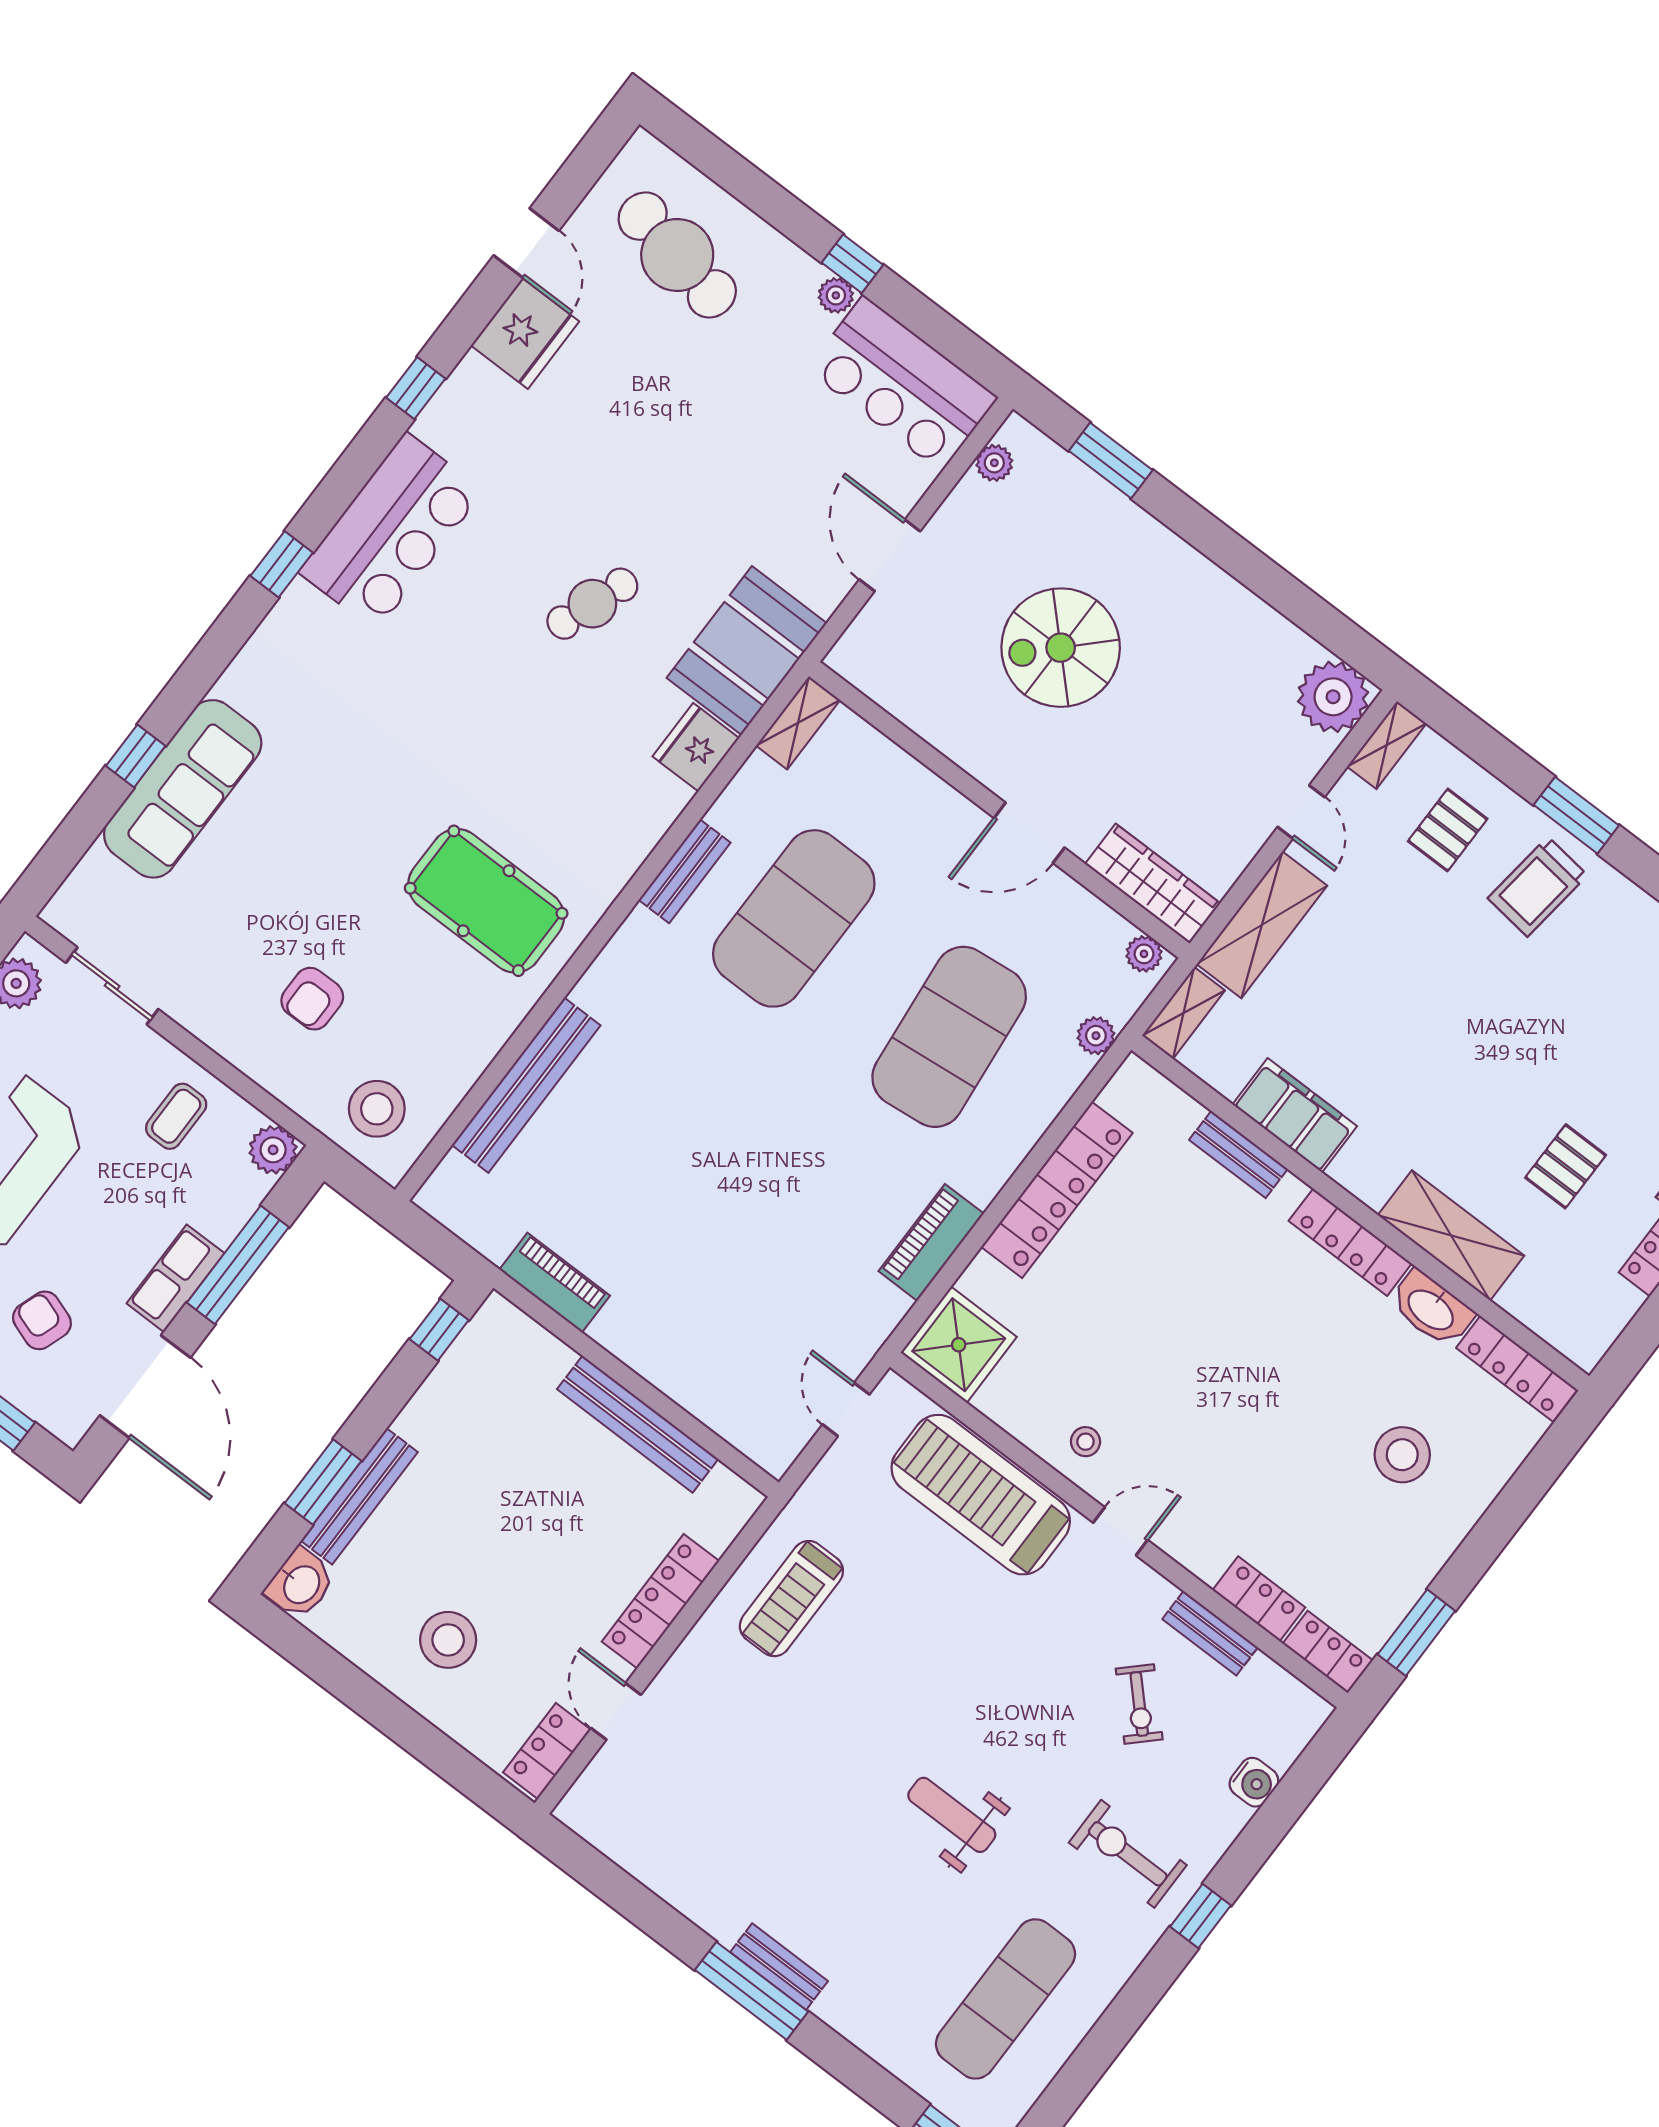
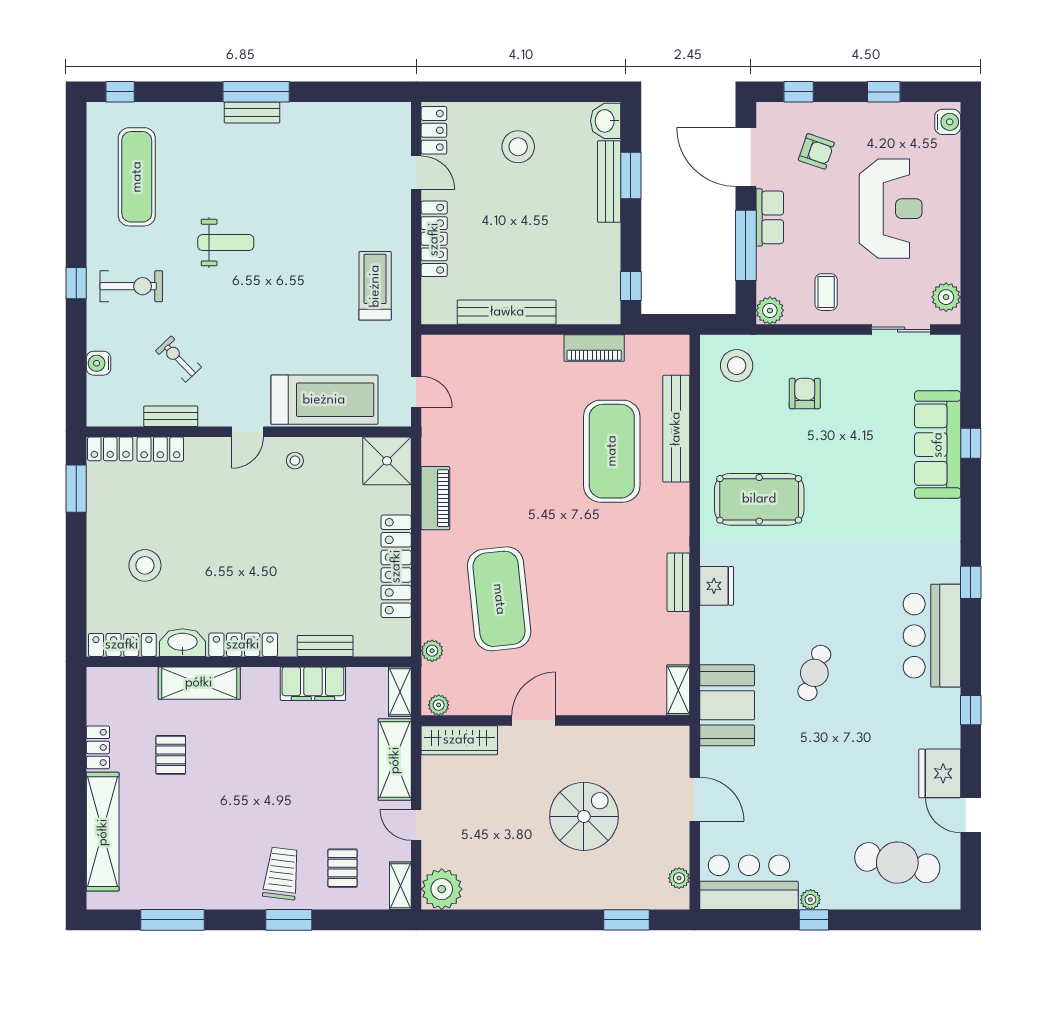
fridge: (696, 747) -> (717, 586), moved
exercise mat: (794, 918) -> (612, 451), moved

